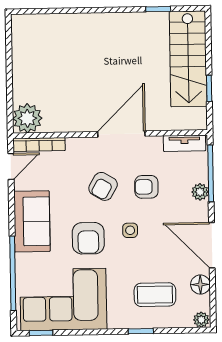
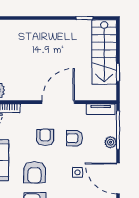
armchair: (103, 186) -> (45, 137), turned 150
side table: (130, 230) -> (78, 172), moved

